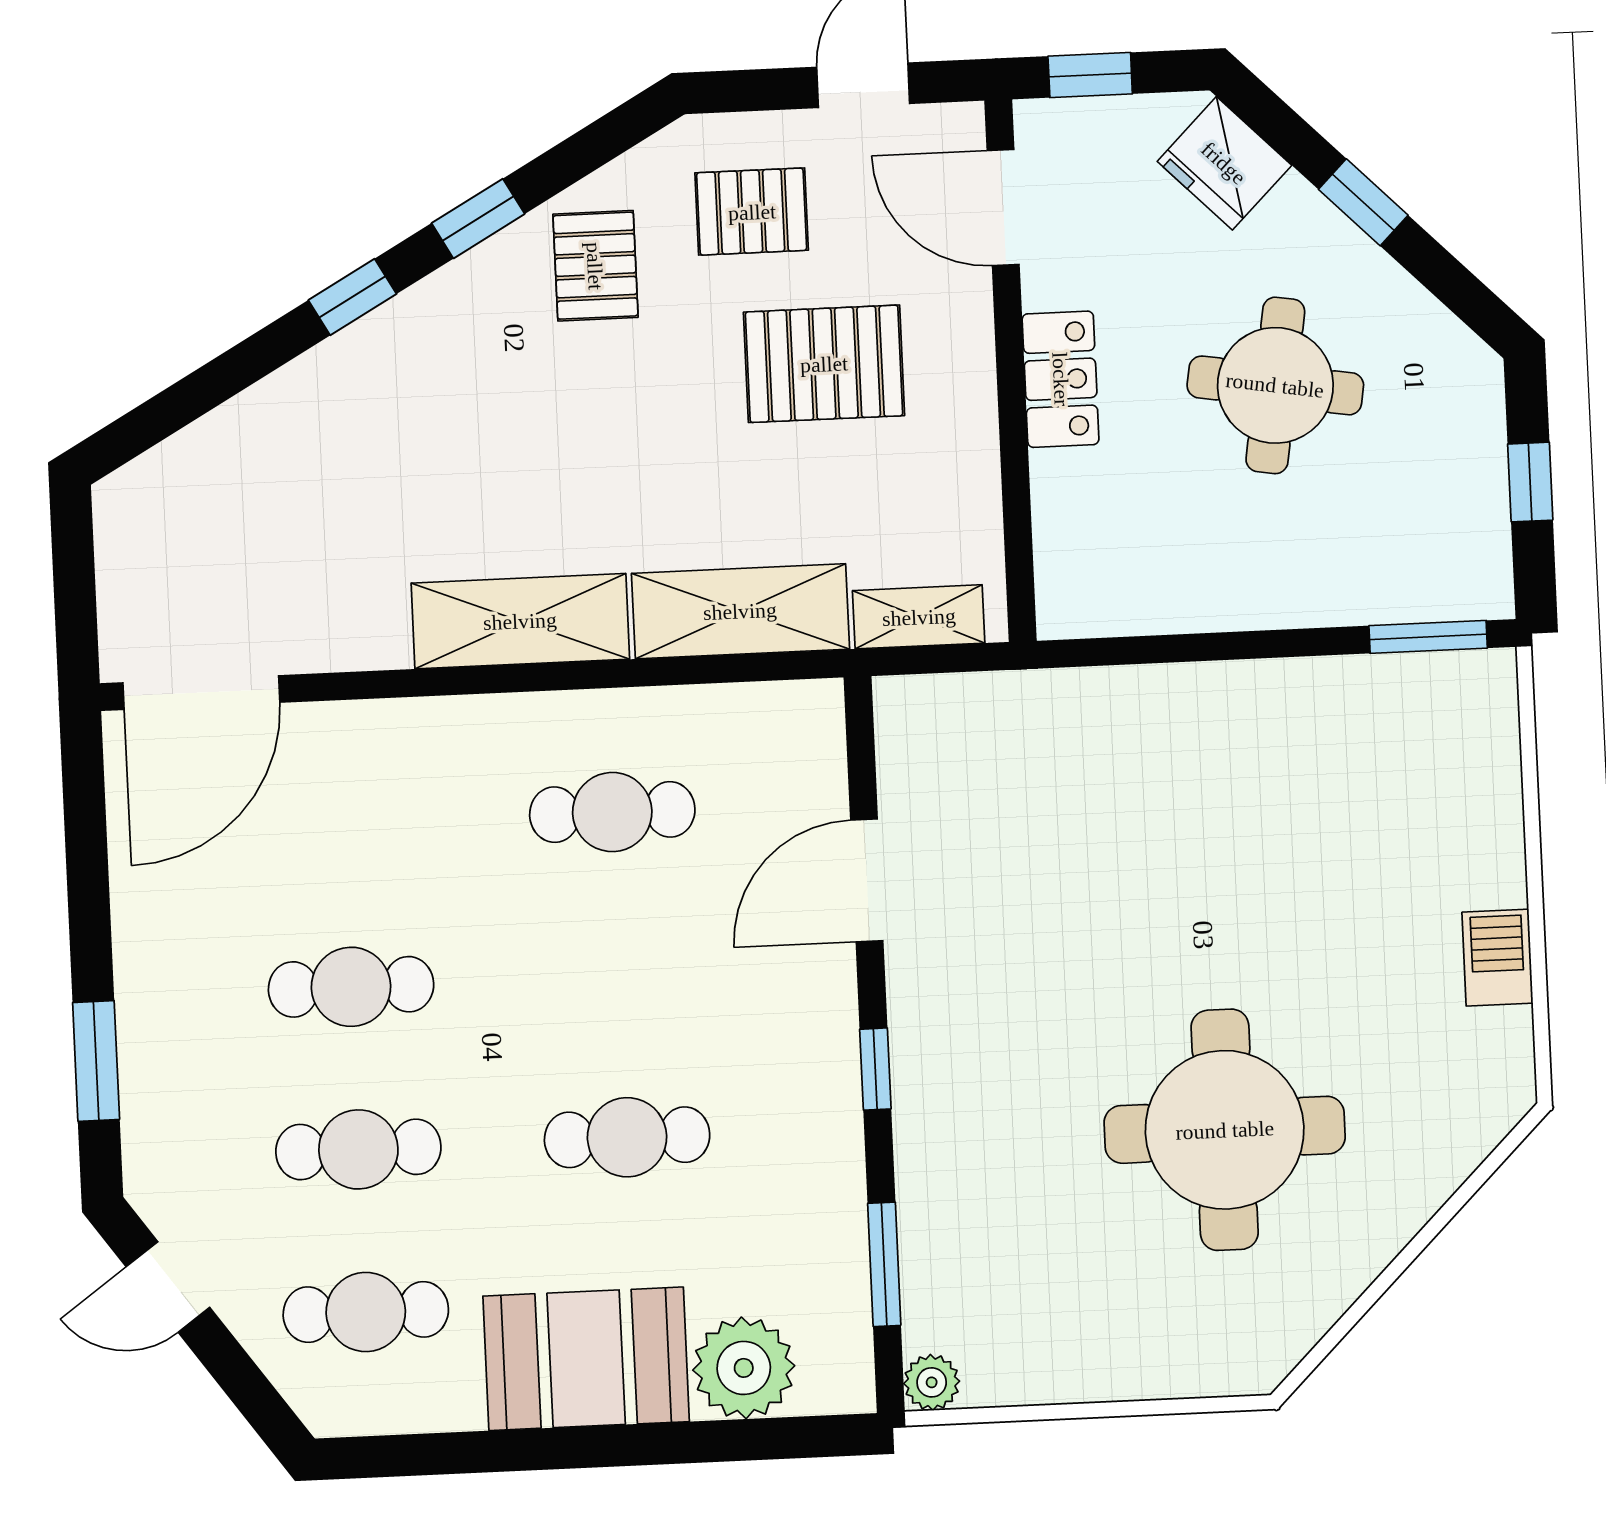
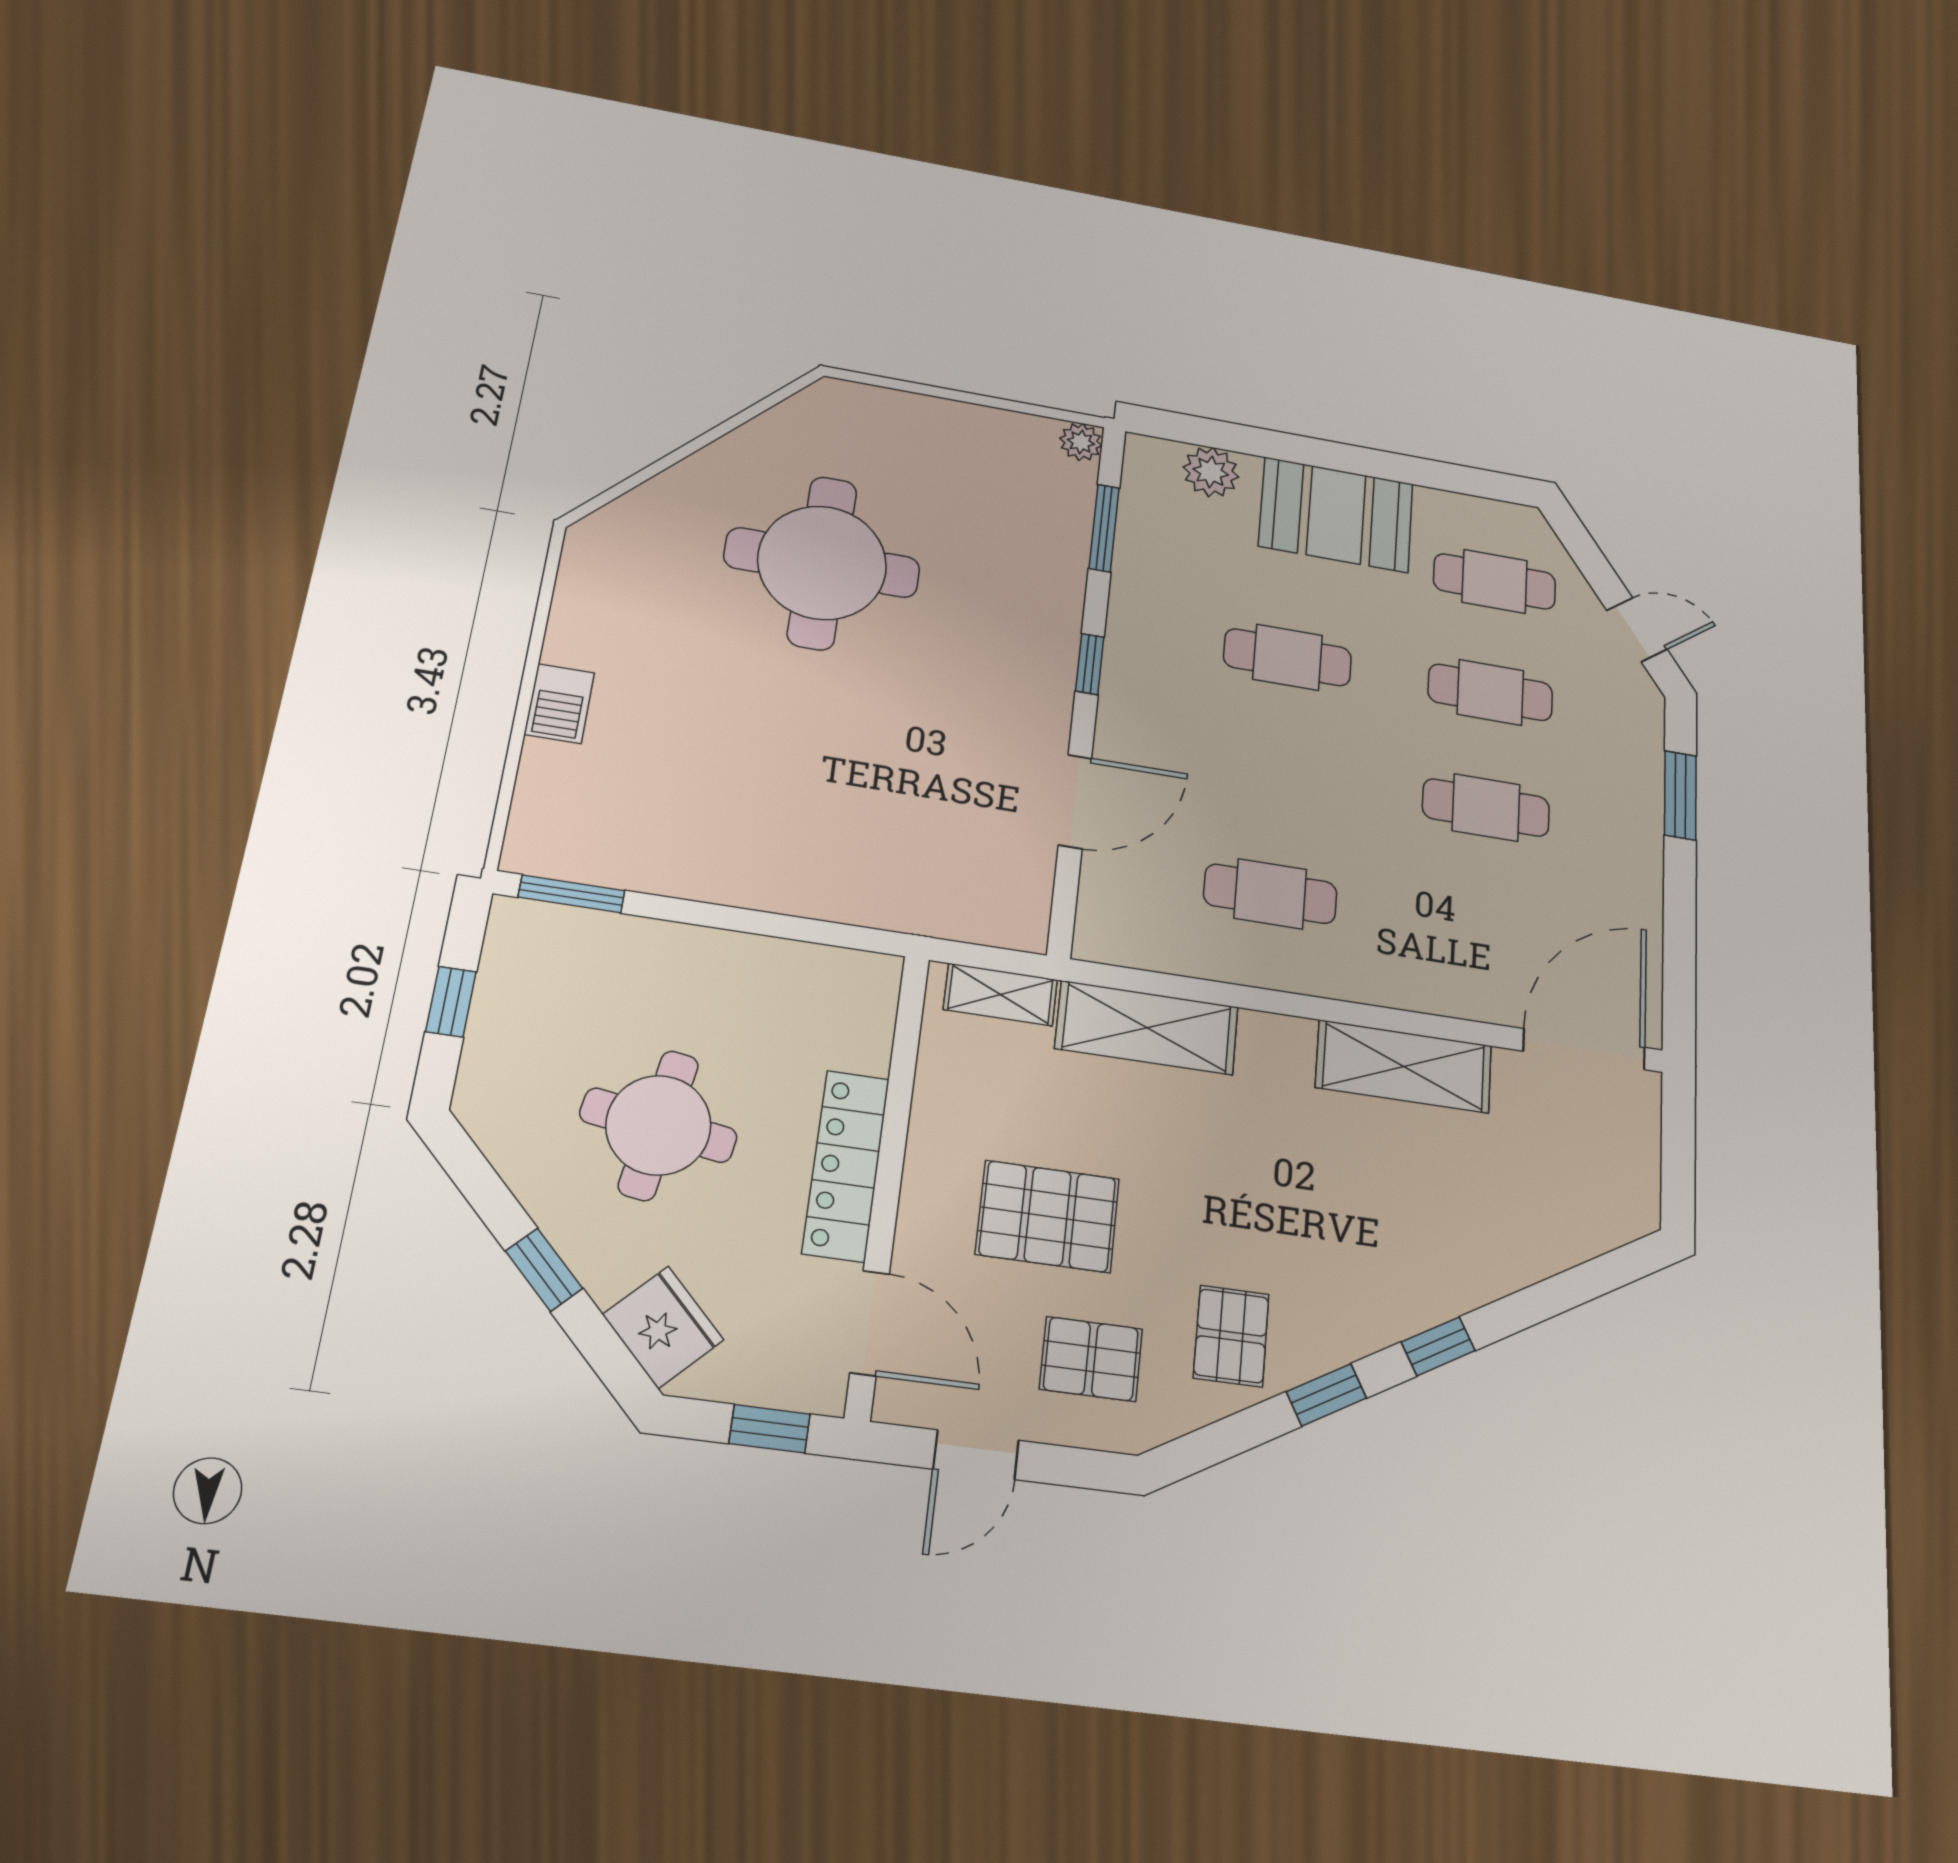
locker: (1061, 379) -> (846, 1166), width x1.53
shelving: (520, 621) -> (1404, 1067), moved
barbecue: (1497, 958) -> (559, 704), moved
plant: (744, 1368) -> (1211, 472), width x0.73, depth x0.73

